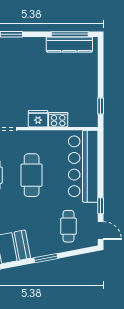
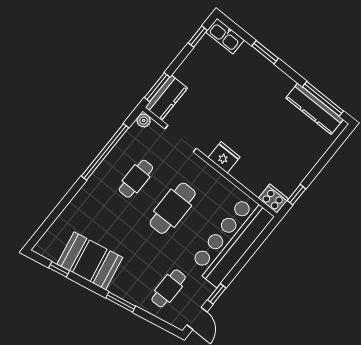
cooker: (58, 120) -> (273, 199), moved

